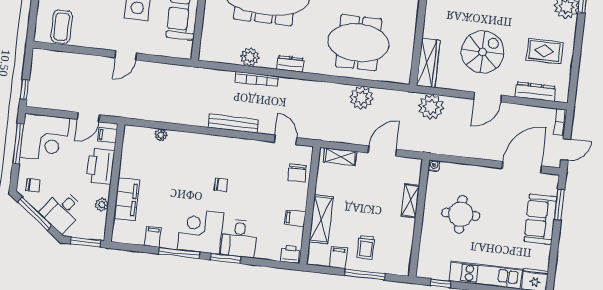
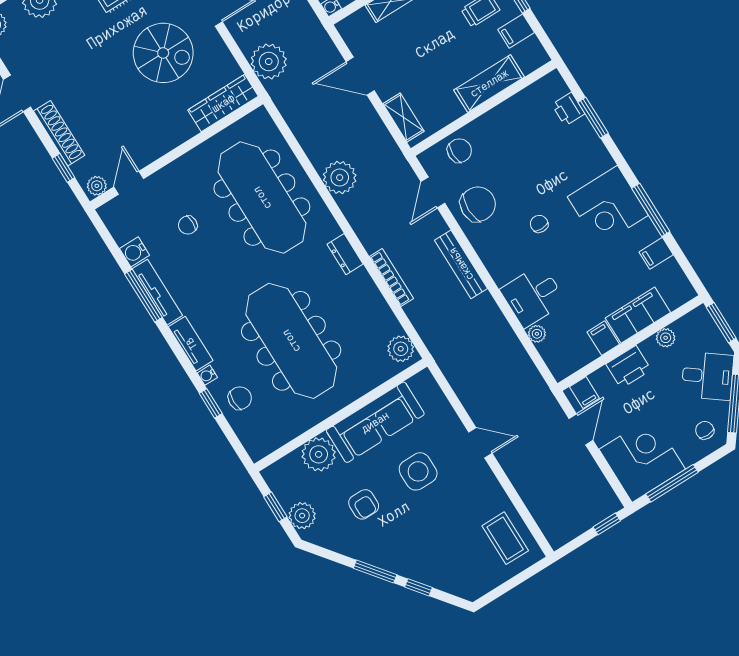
coffee table: (62, 27) -> (505, 538), turned 90
meeting table: (358, 43) -> (262, 198), width x1.36
spiral stairs: (483, 52) -> (163, 53), turned 180
plant: (250, 57) -> (401, 349), moved
plant: (361, 98) -> (340, 178), moved
door: (88, 117) -> (581, 429), hinge flipped
chair: (259, 160) -> (478, 204), added
printer: (100, 166) -> (629, 367), width x0.73, depth x0.84
filing cabinet: (295, 218) -> (603, 338), moved, turned 180
desk: (239, 238) -> (533, 296), moved, turned 180
printer: (290, 254) -> (568, 109), moved
window: (225, 258) -> (593, 118), moved

